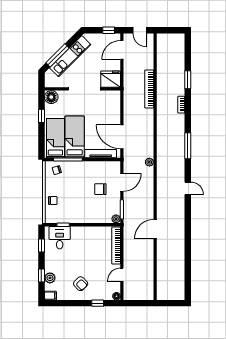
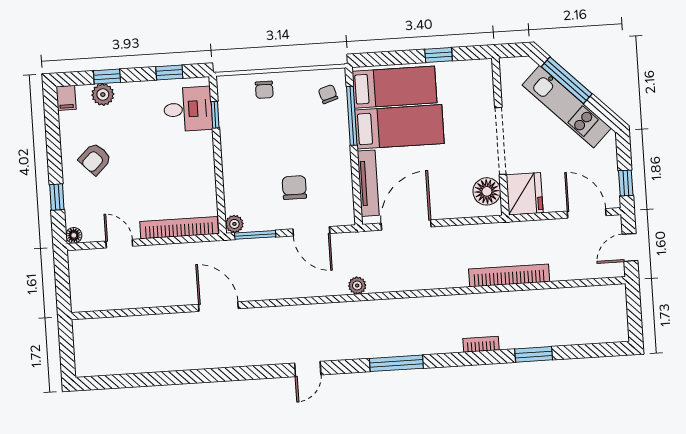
floor lamp: (51, 97) -> (487, 191), moved

